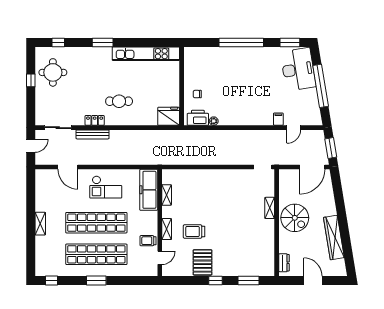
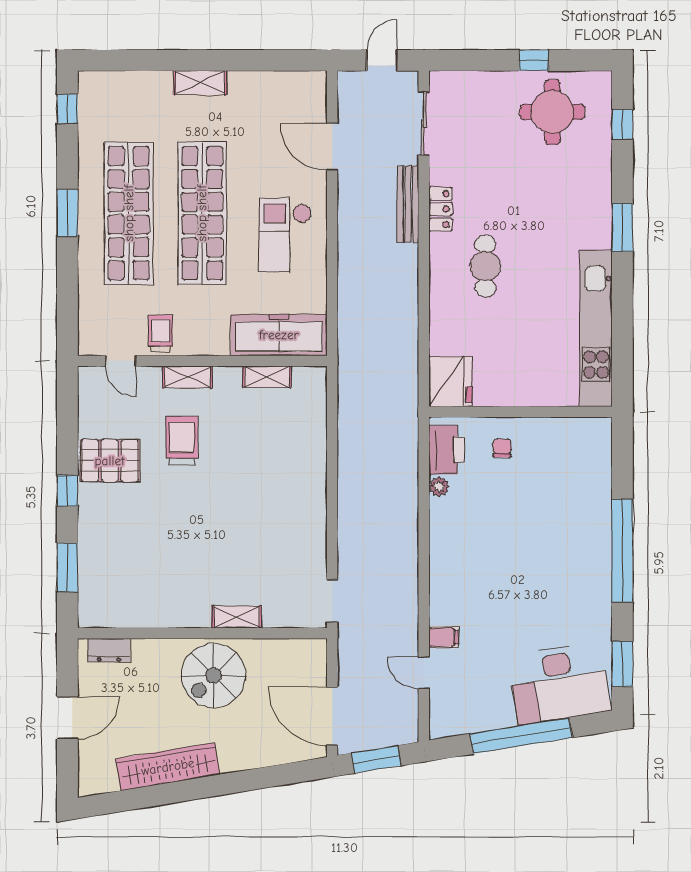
door: (31, 146) -> (382, 60), swing flipped
door: (68, 167) -> (332, 147), hinge flipped

